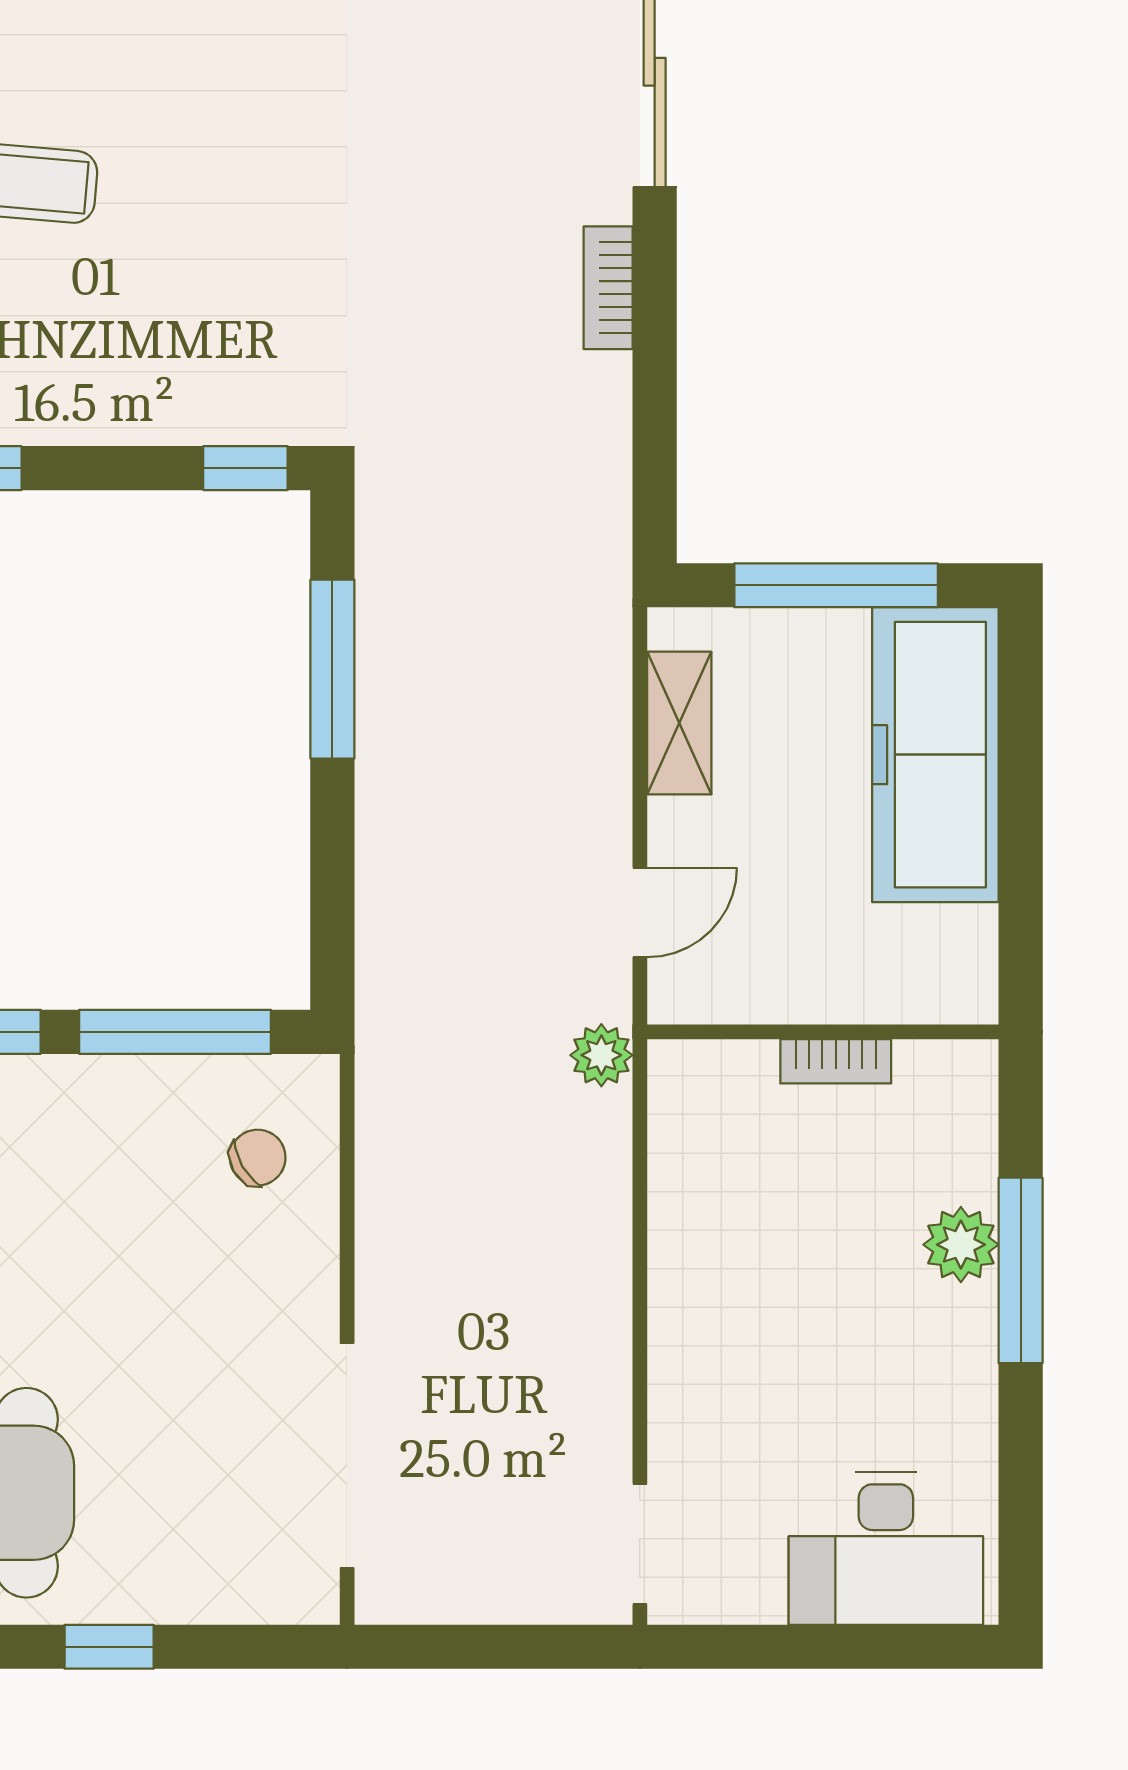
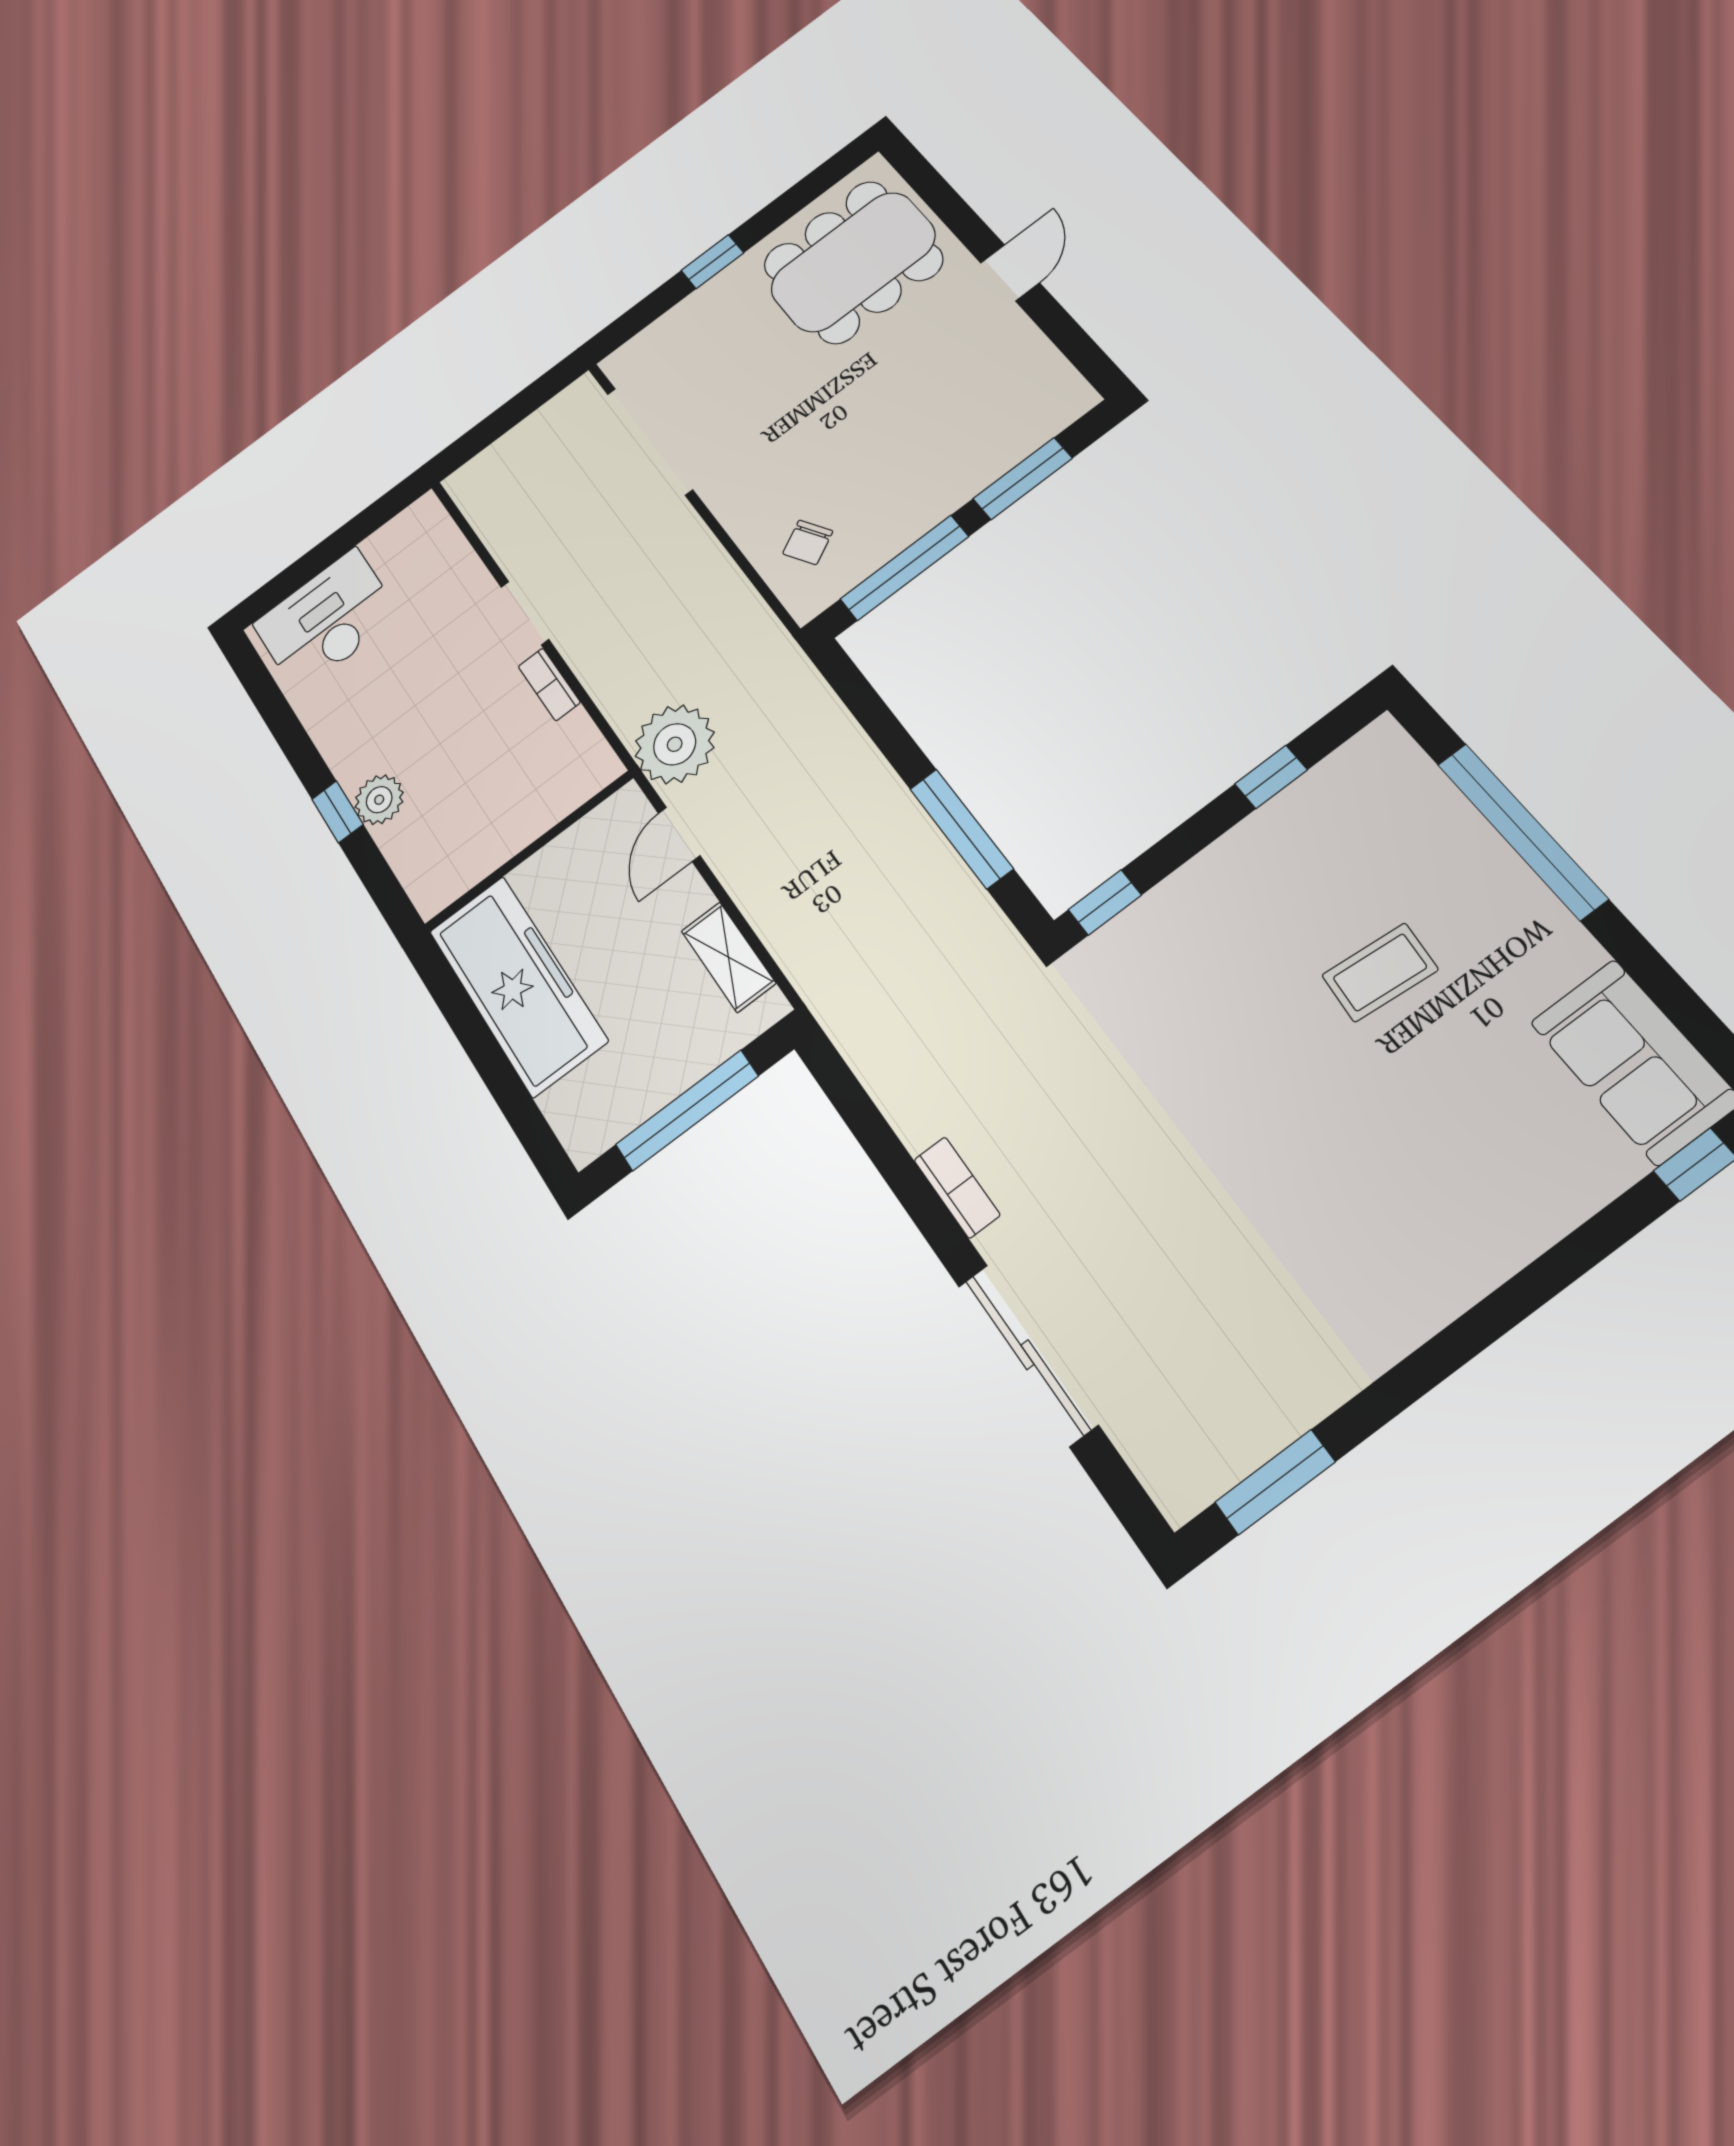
freezer: (935, 755) -> (518, 985), moved
plant: (601, 1055) -> (675, 744), width x1.88, depth x1.88
bookcase: (836, 1061) -> (549, 684), moved, turned -90
window: (1021, 1270) -> (337, 812), width x0.46
doorway: (640, 1544) -> (525, 613), moved

